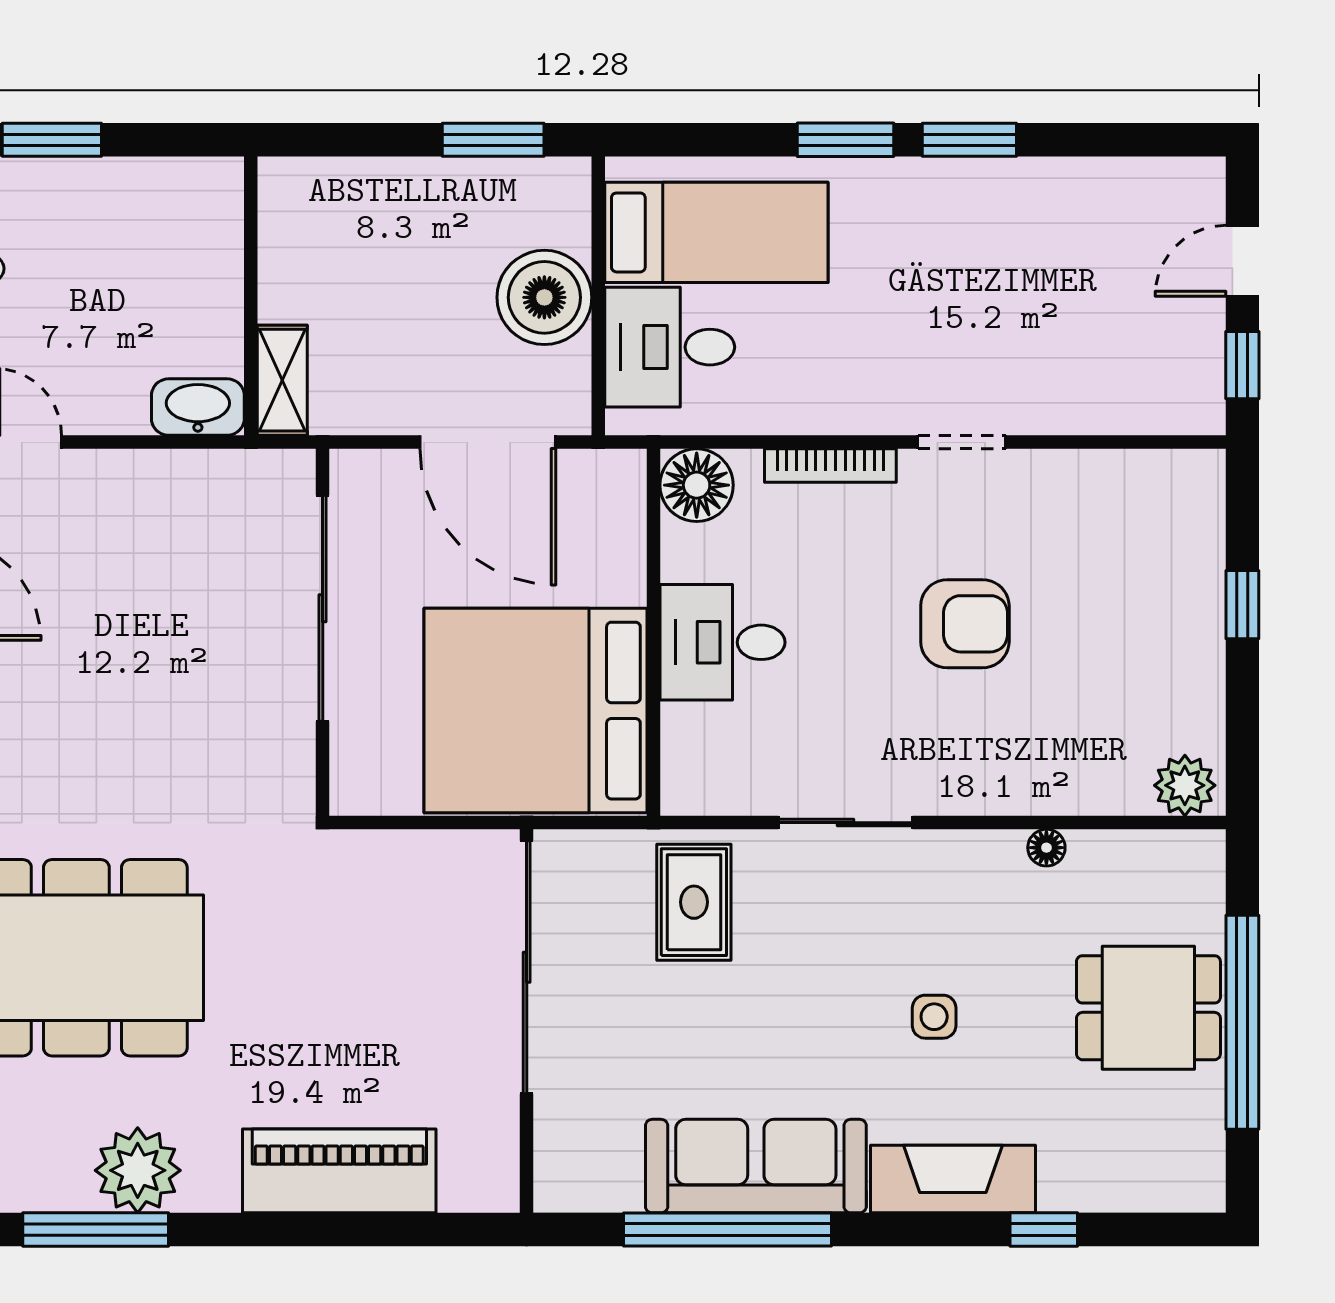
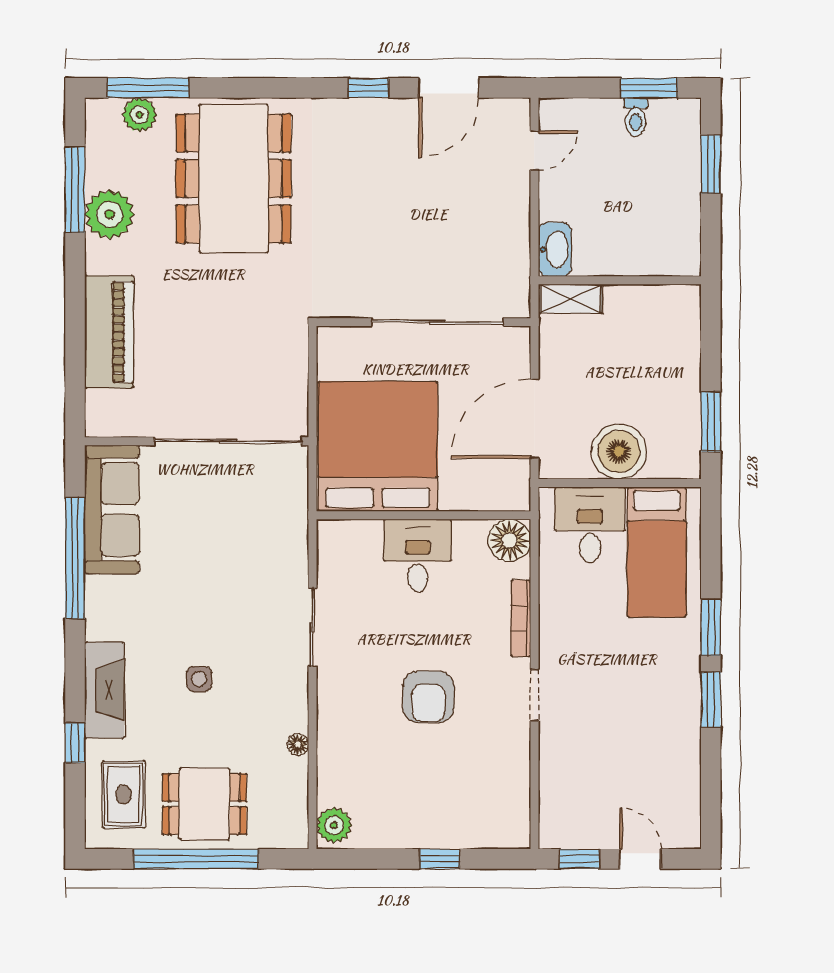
rug: (694, 902) -> (124, 794), moved, turned 90
dining table: (1148, 1008) -> (204, 804), turned 90
sofa: (756, 1166) -> (112, 509), moved

